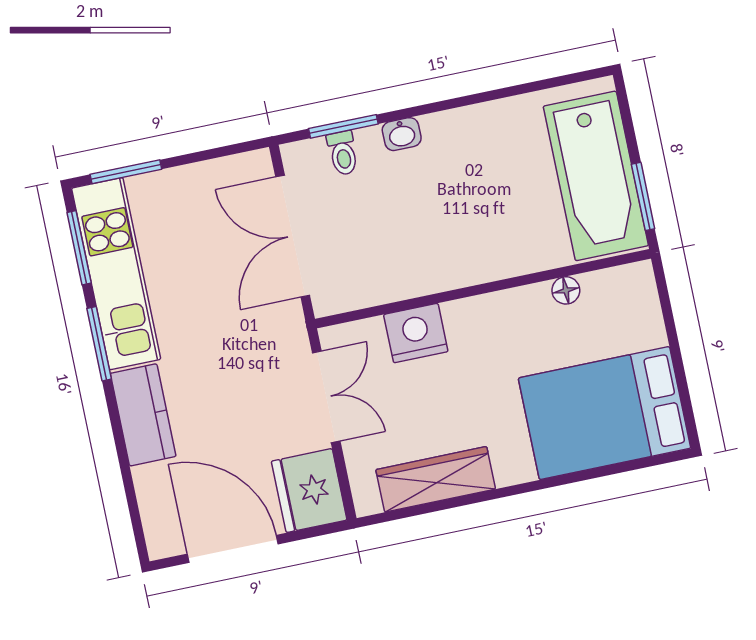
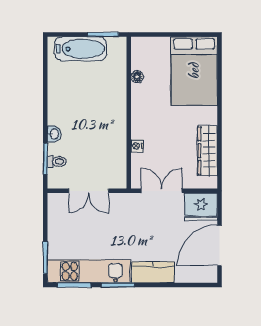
bathtub: (596, 176) -> (81, 49), width x0.73, depth x0.73
double door: (293, 236) -> (89, 191), width x0.73
nightstand: (416, 333) -> (137, 146), width x0.53, depth x0.56

